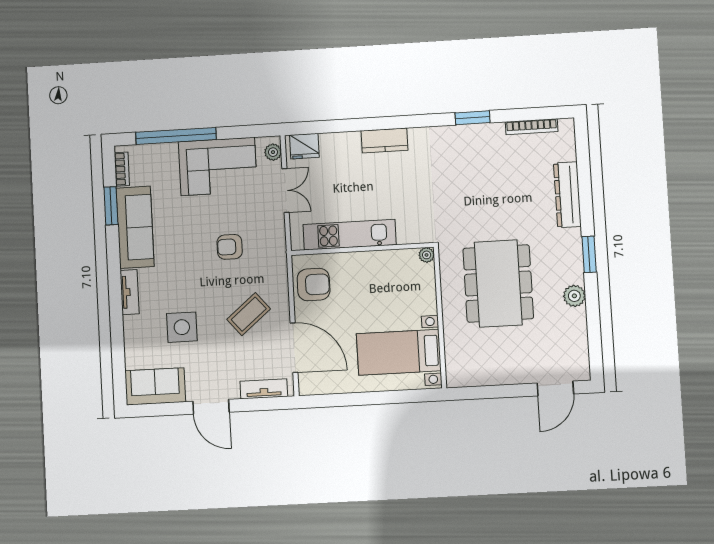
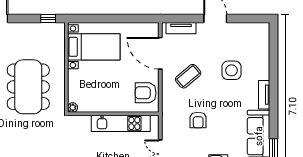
armchair: (230, 247) -> (198, 120), turned 90
sofa: (155, 386) -> (251, 33), removed
window: (473, 393) -> (48, 19), added

